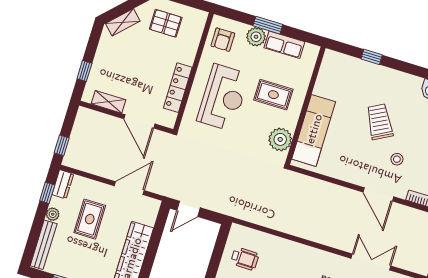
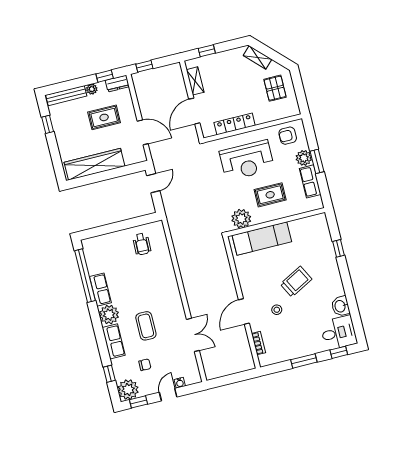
rug: (273, 95) -> (270, 195), turned 90
door: (189, 209) -> (153, 183), swing flipped

